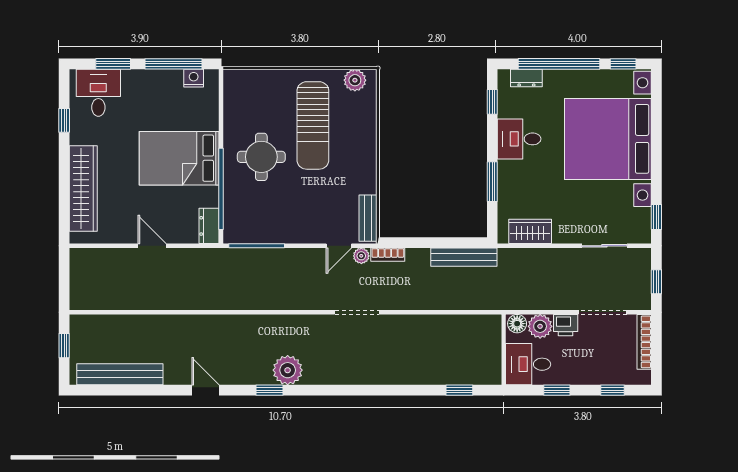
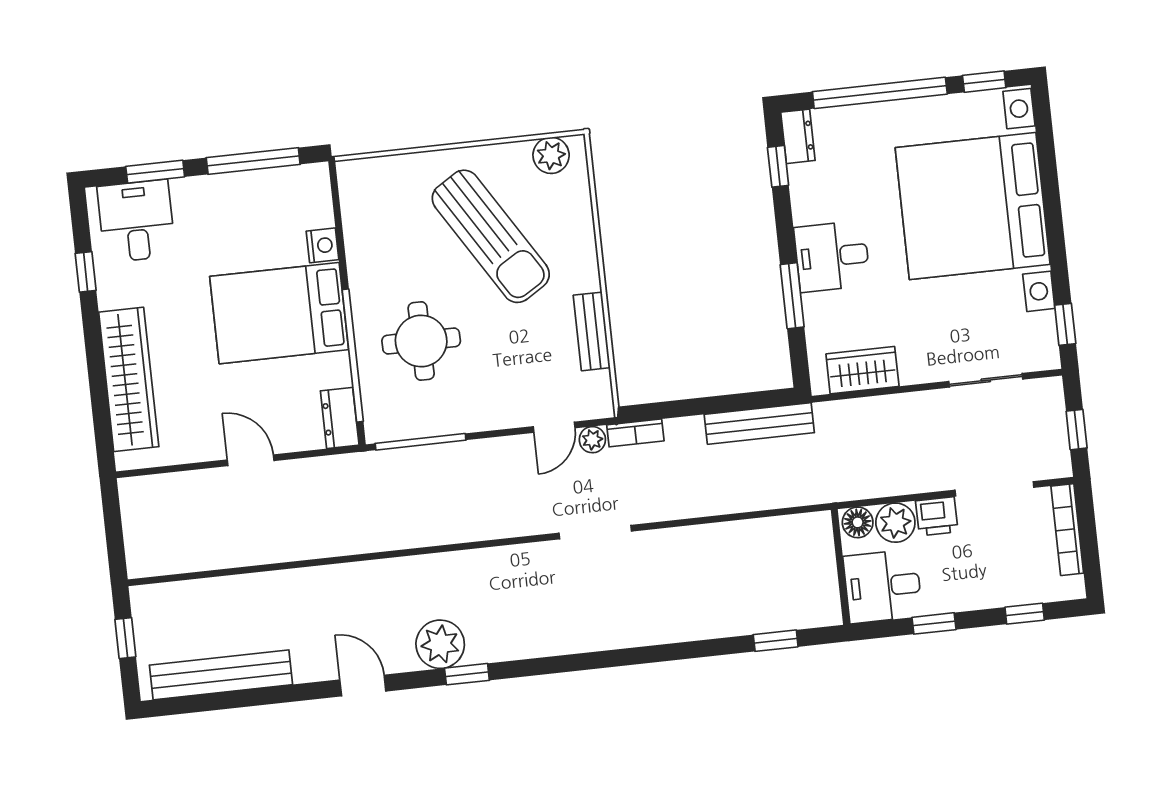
nightstand: (194, 78) -> (323, 245), moved, turned 90
dresser: (526, 78) -> (798, 136), moved, turned -90
sun lounger: (313, 125) -> (491, 236), turned -32
desk: (519, 139) -> (832, 256), moved
round table: (261, 157) -> (421, 341), moved
bench: (368, 218) -> (592, 331), moved
plant: (288, 370) -> (440, 644), moved

